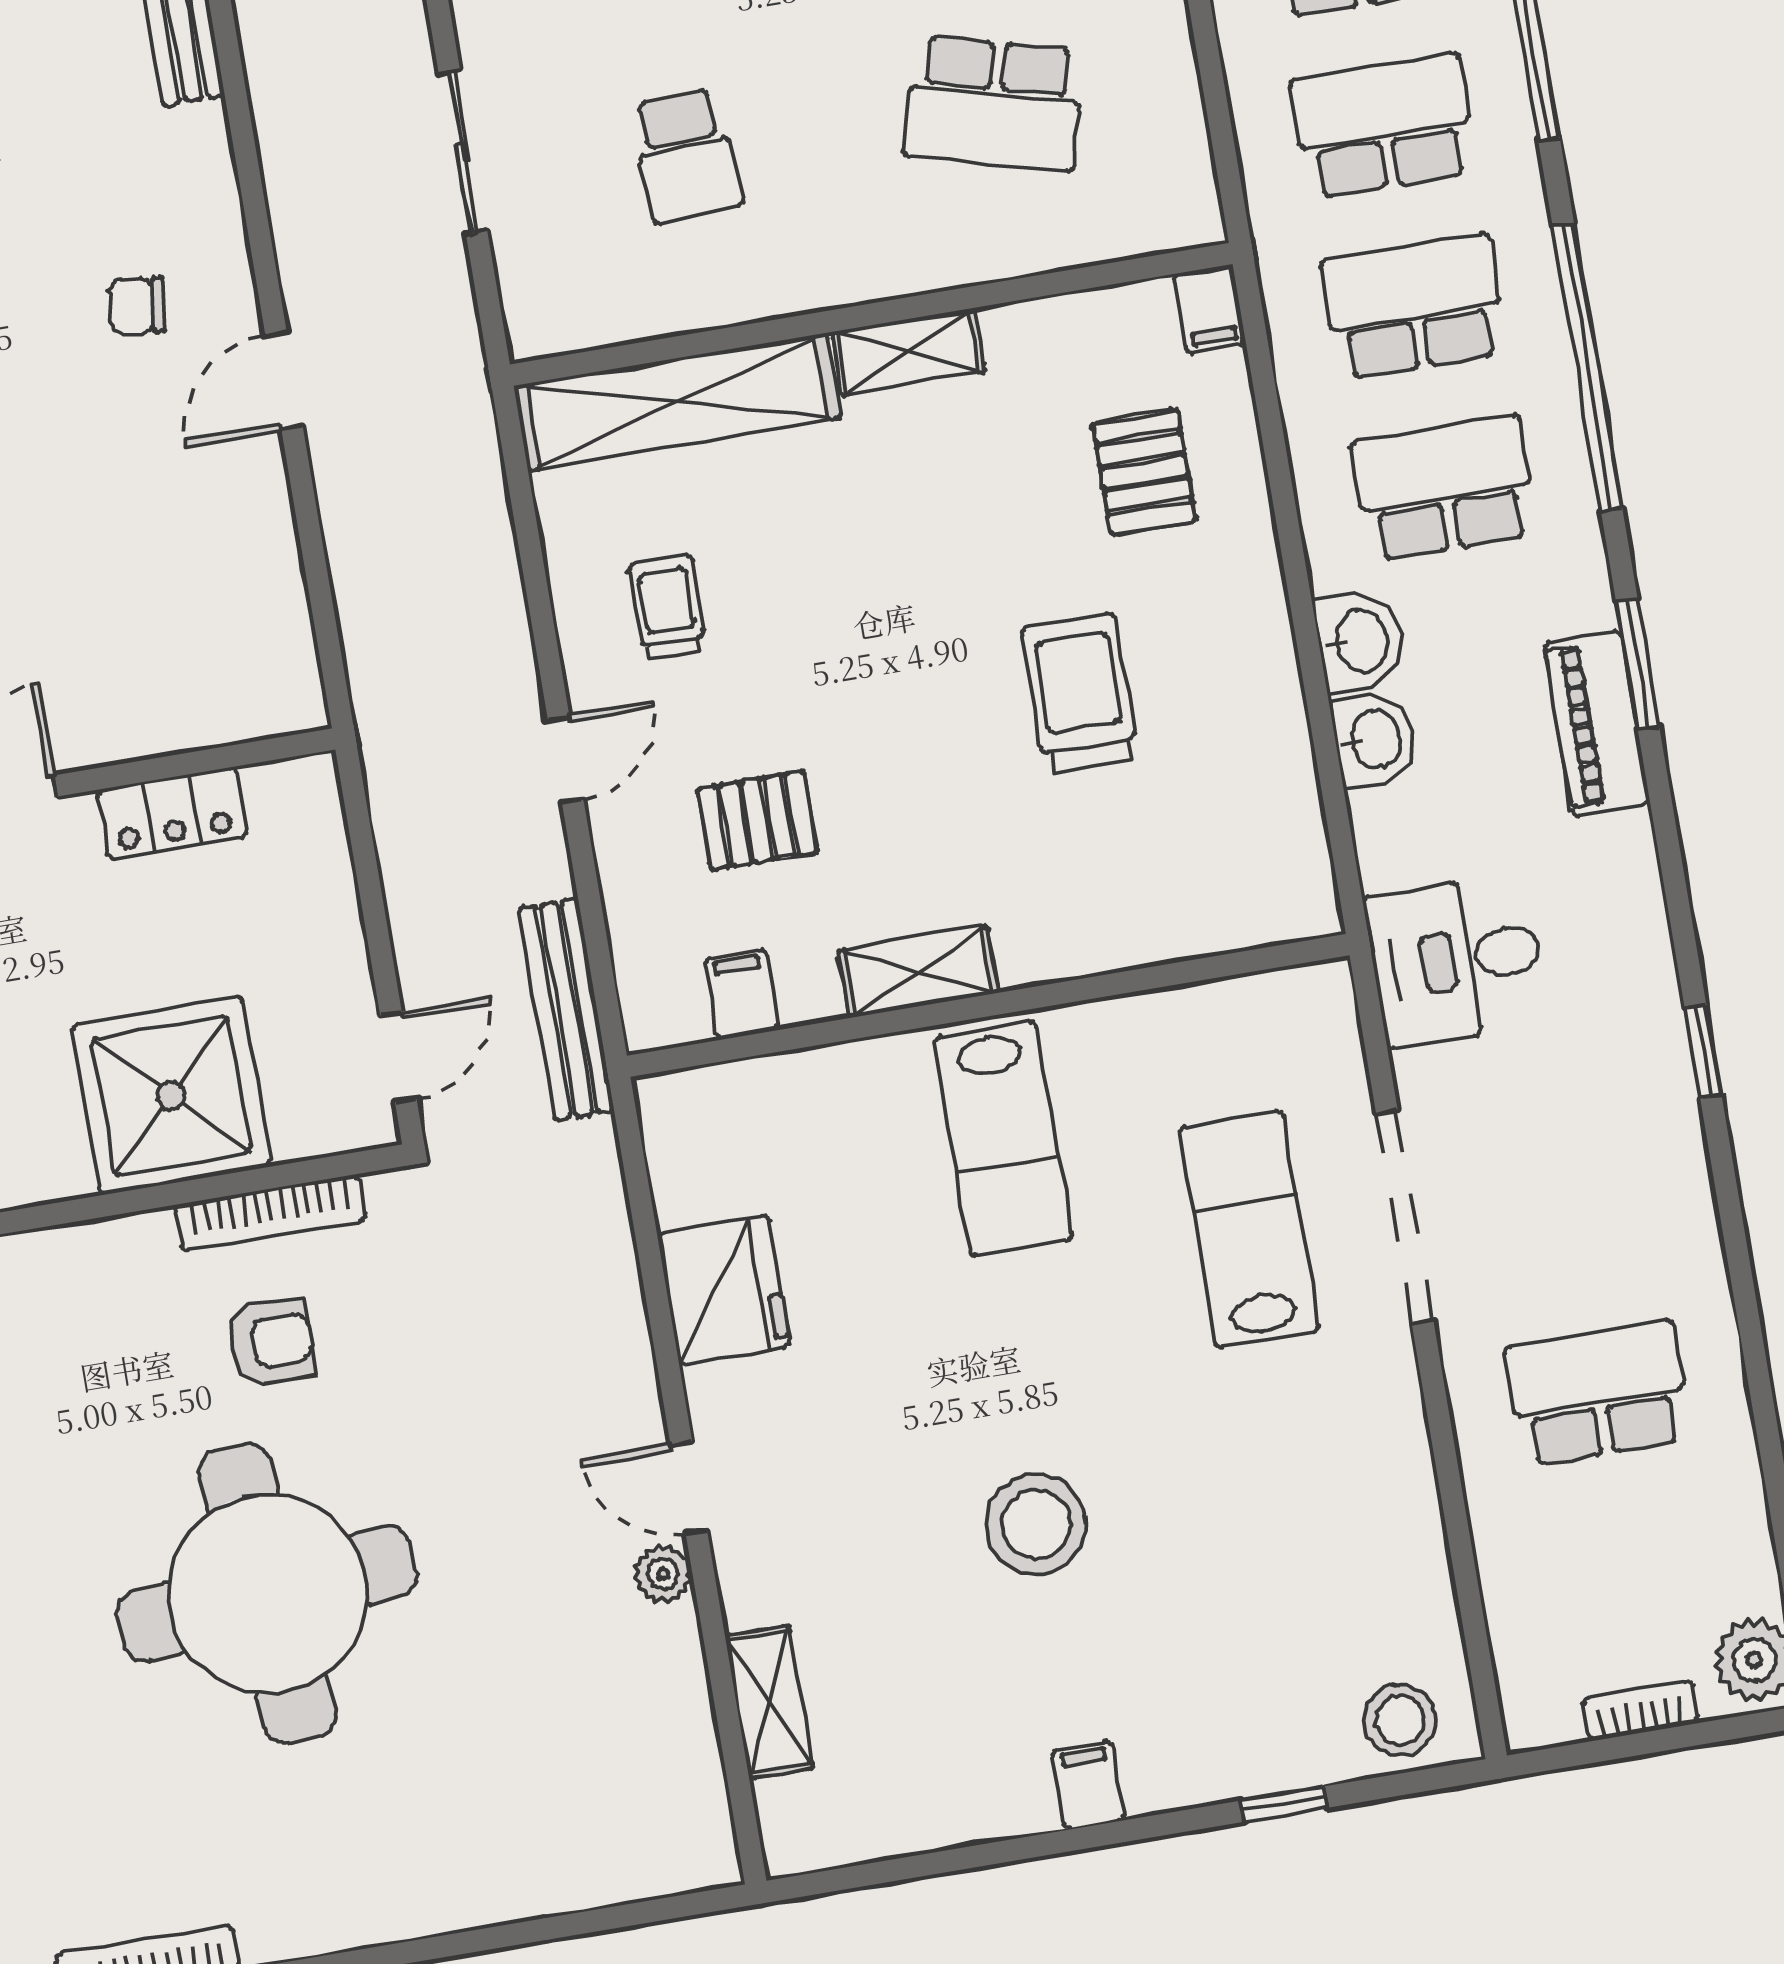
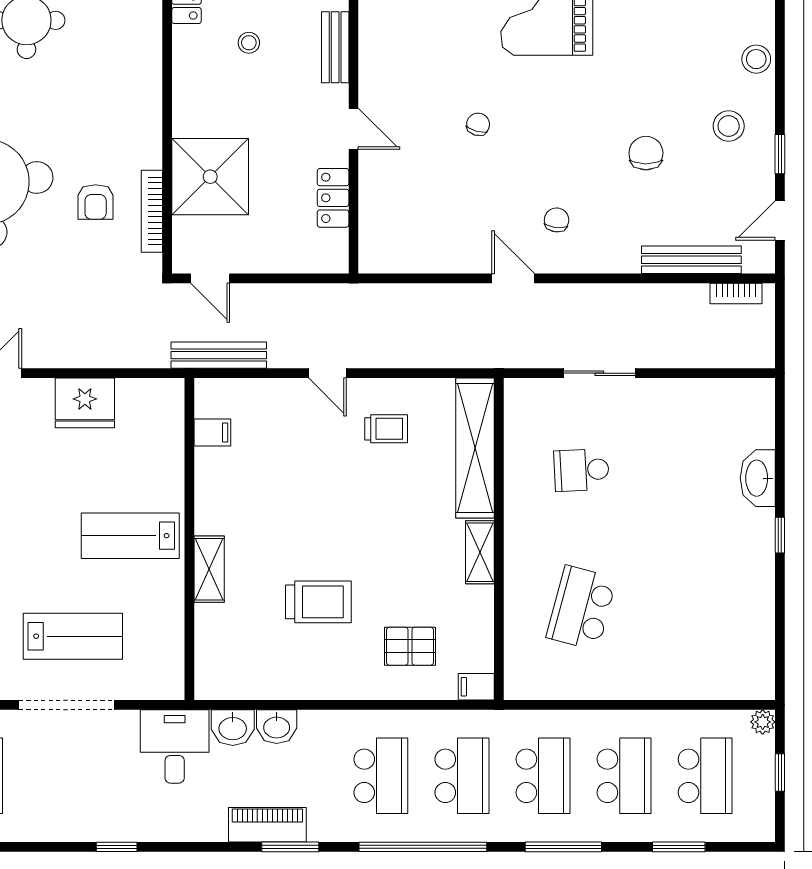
washbasin: (1360, 641) -> (233, 728), moved
pallet: (757, 820) -> (287, 452), removed
shelving: (919, 972) -> (209, 569), moved

